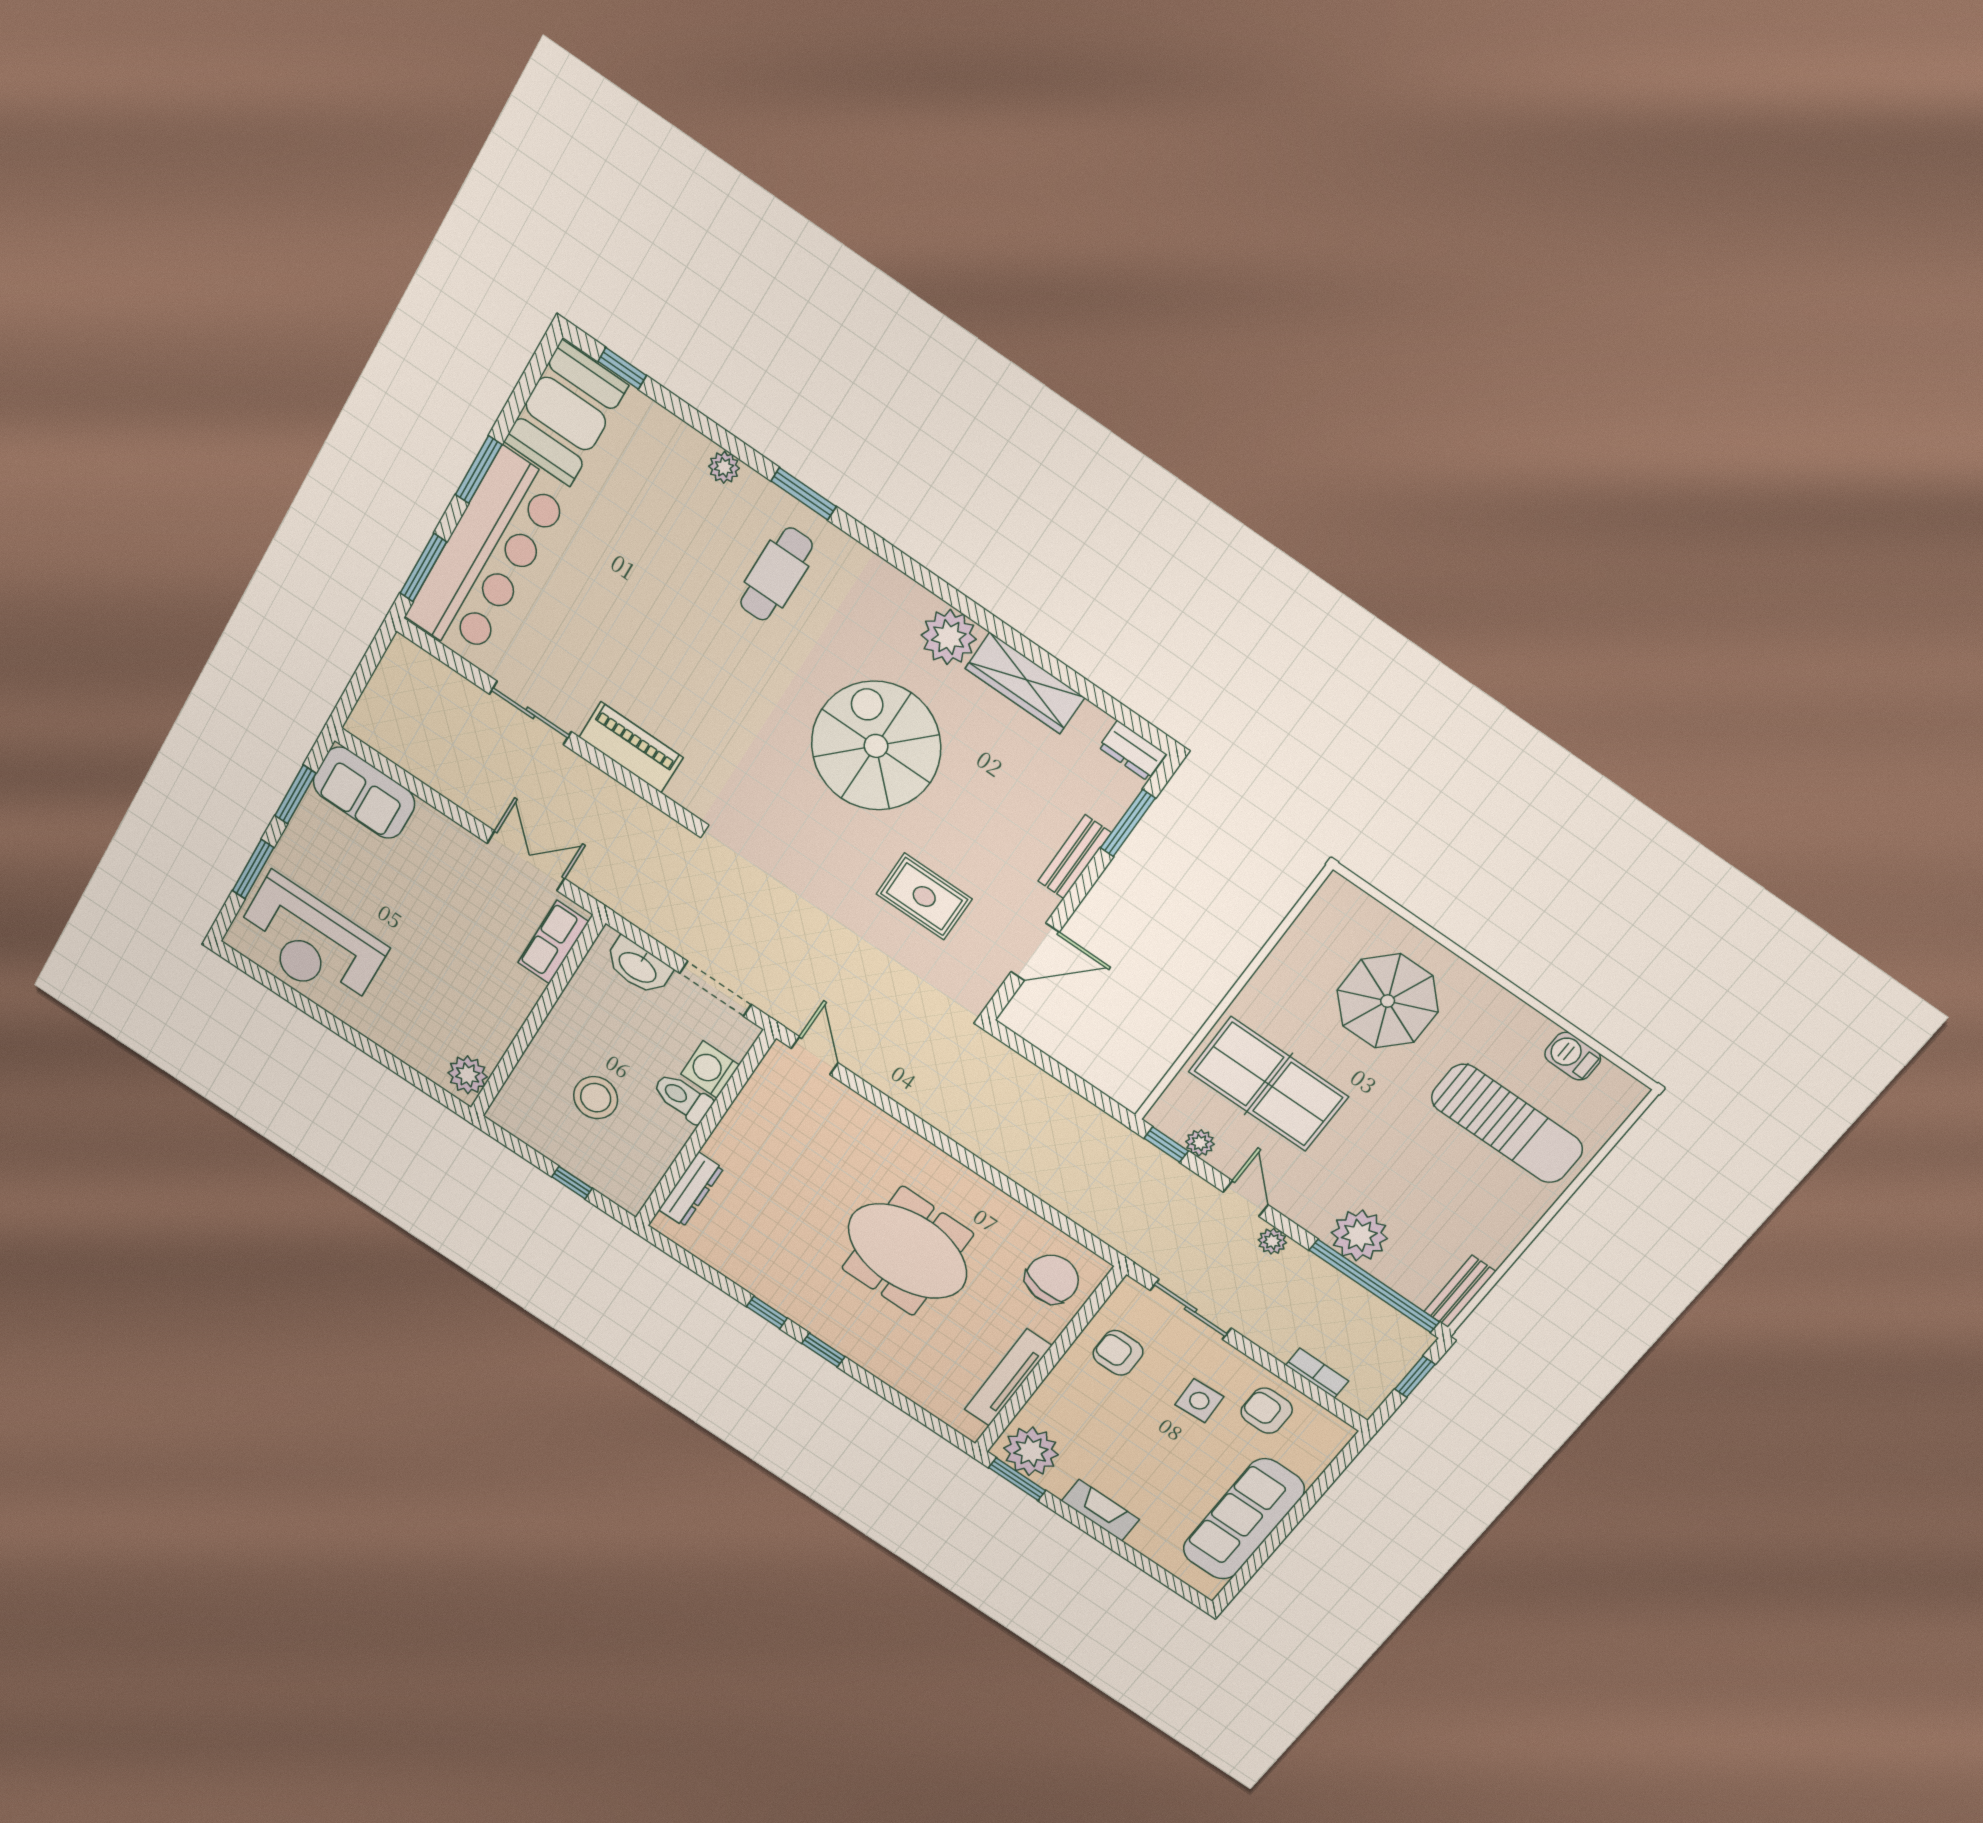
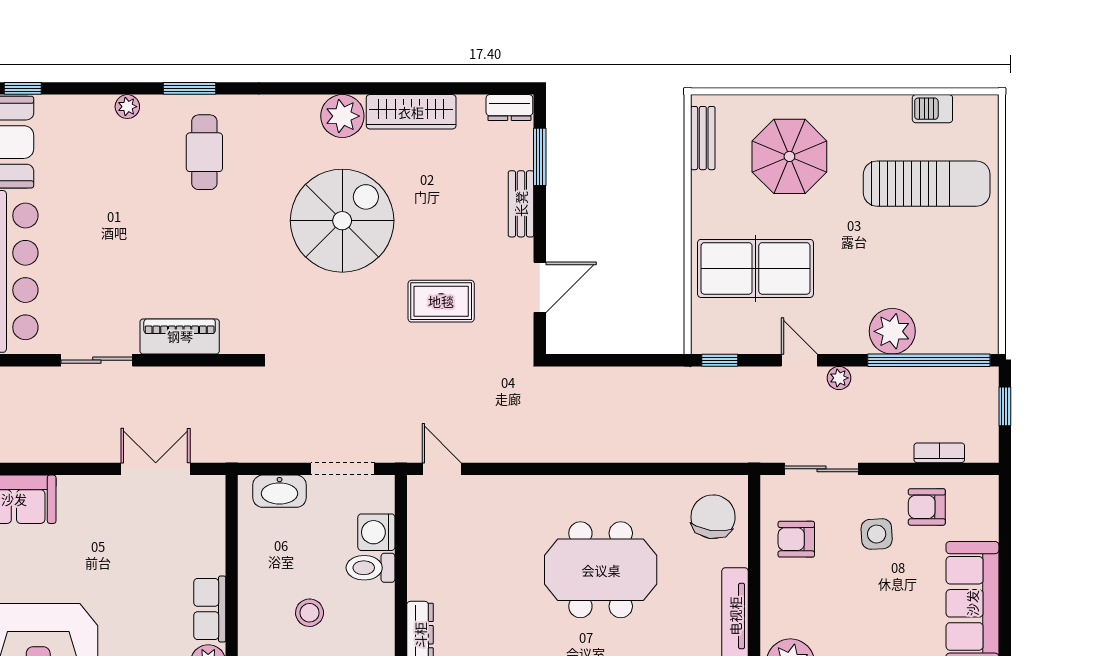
spiral stairs: (876, 746) -> (342, 221), turned 90
row of seats: (553, 942) -> (210, 609), moved
stool: (596, 1098) -> (310, 613), width x0.73, depth x0.73
plant: (1200, 1143) -> (741, 343), removed
bench: (1460, 1291) -> (703, 138), moved

